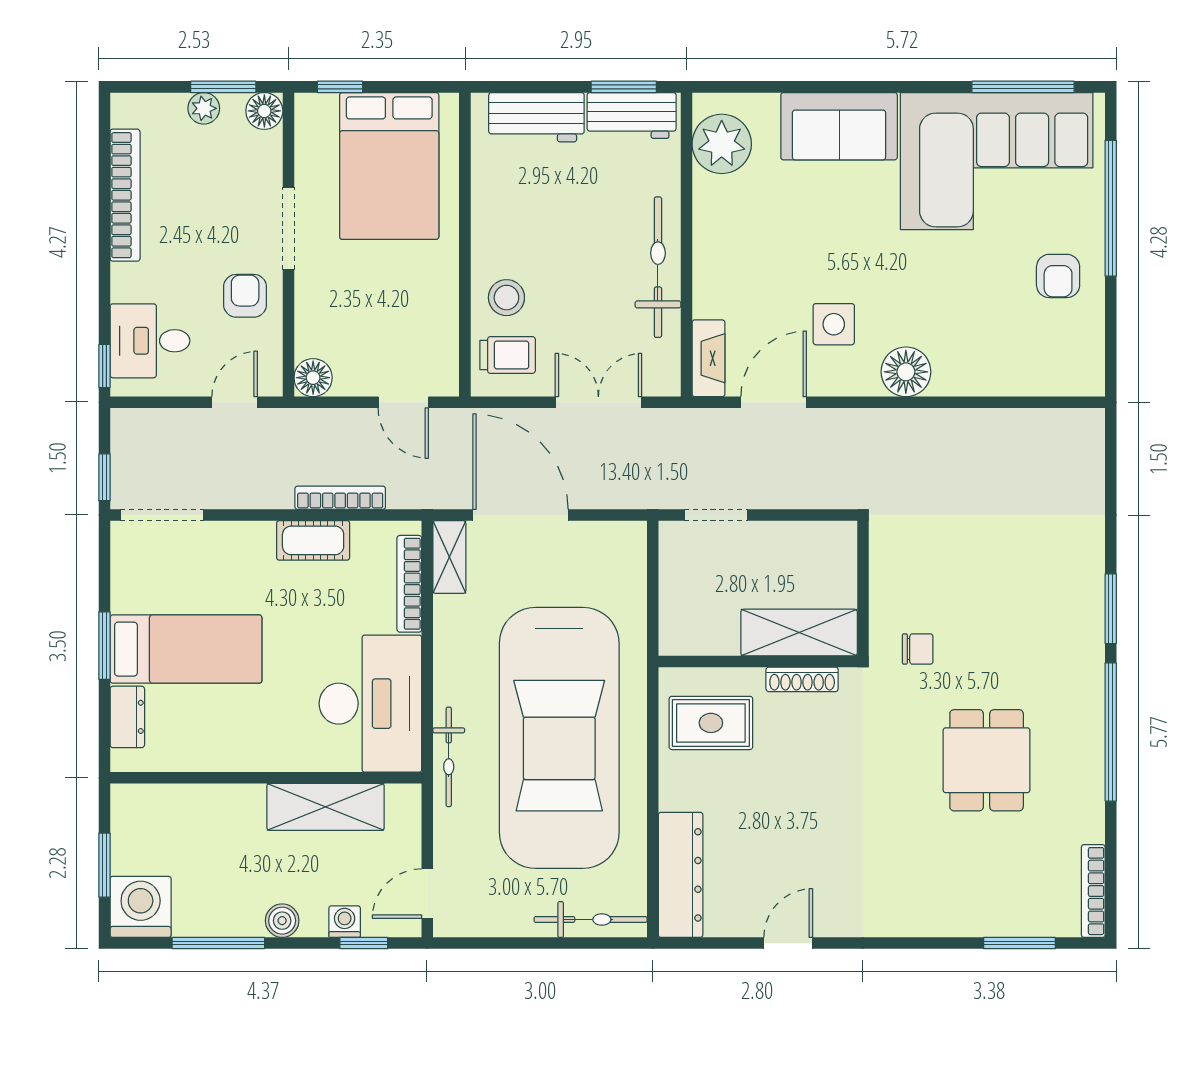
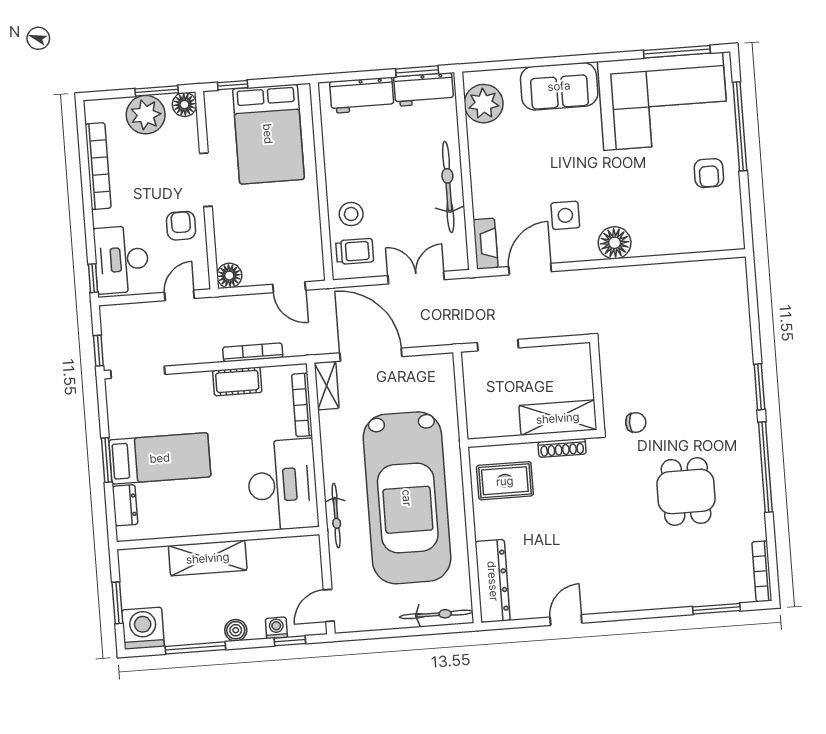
plant: (204, 108) -> (146, 115), width x1.87, depth x1.87
desk: (150, 341) -> (121, 260), width x1.37
shelving: (326, 807) -> (208, 558), moved

